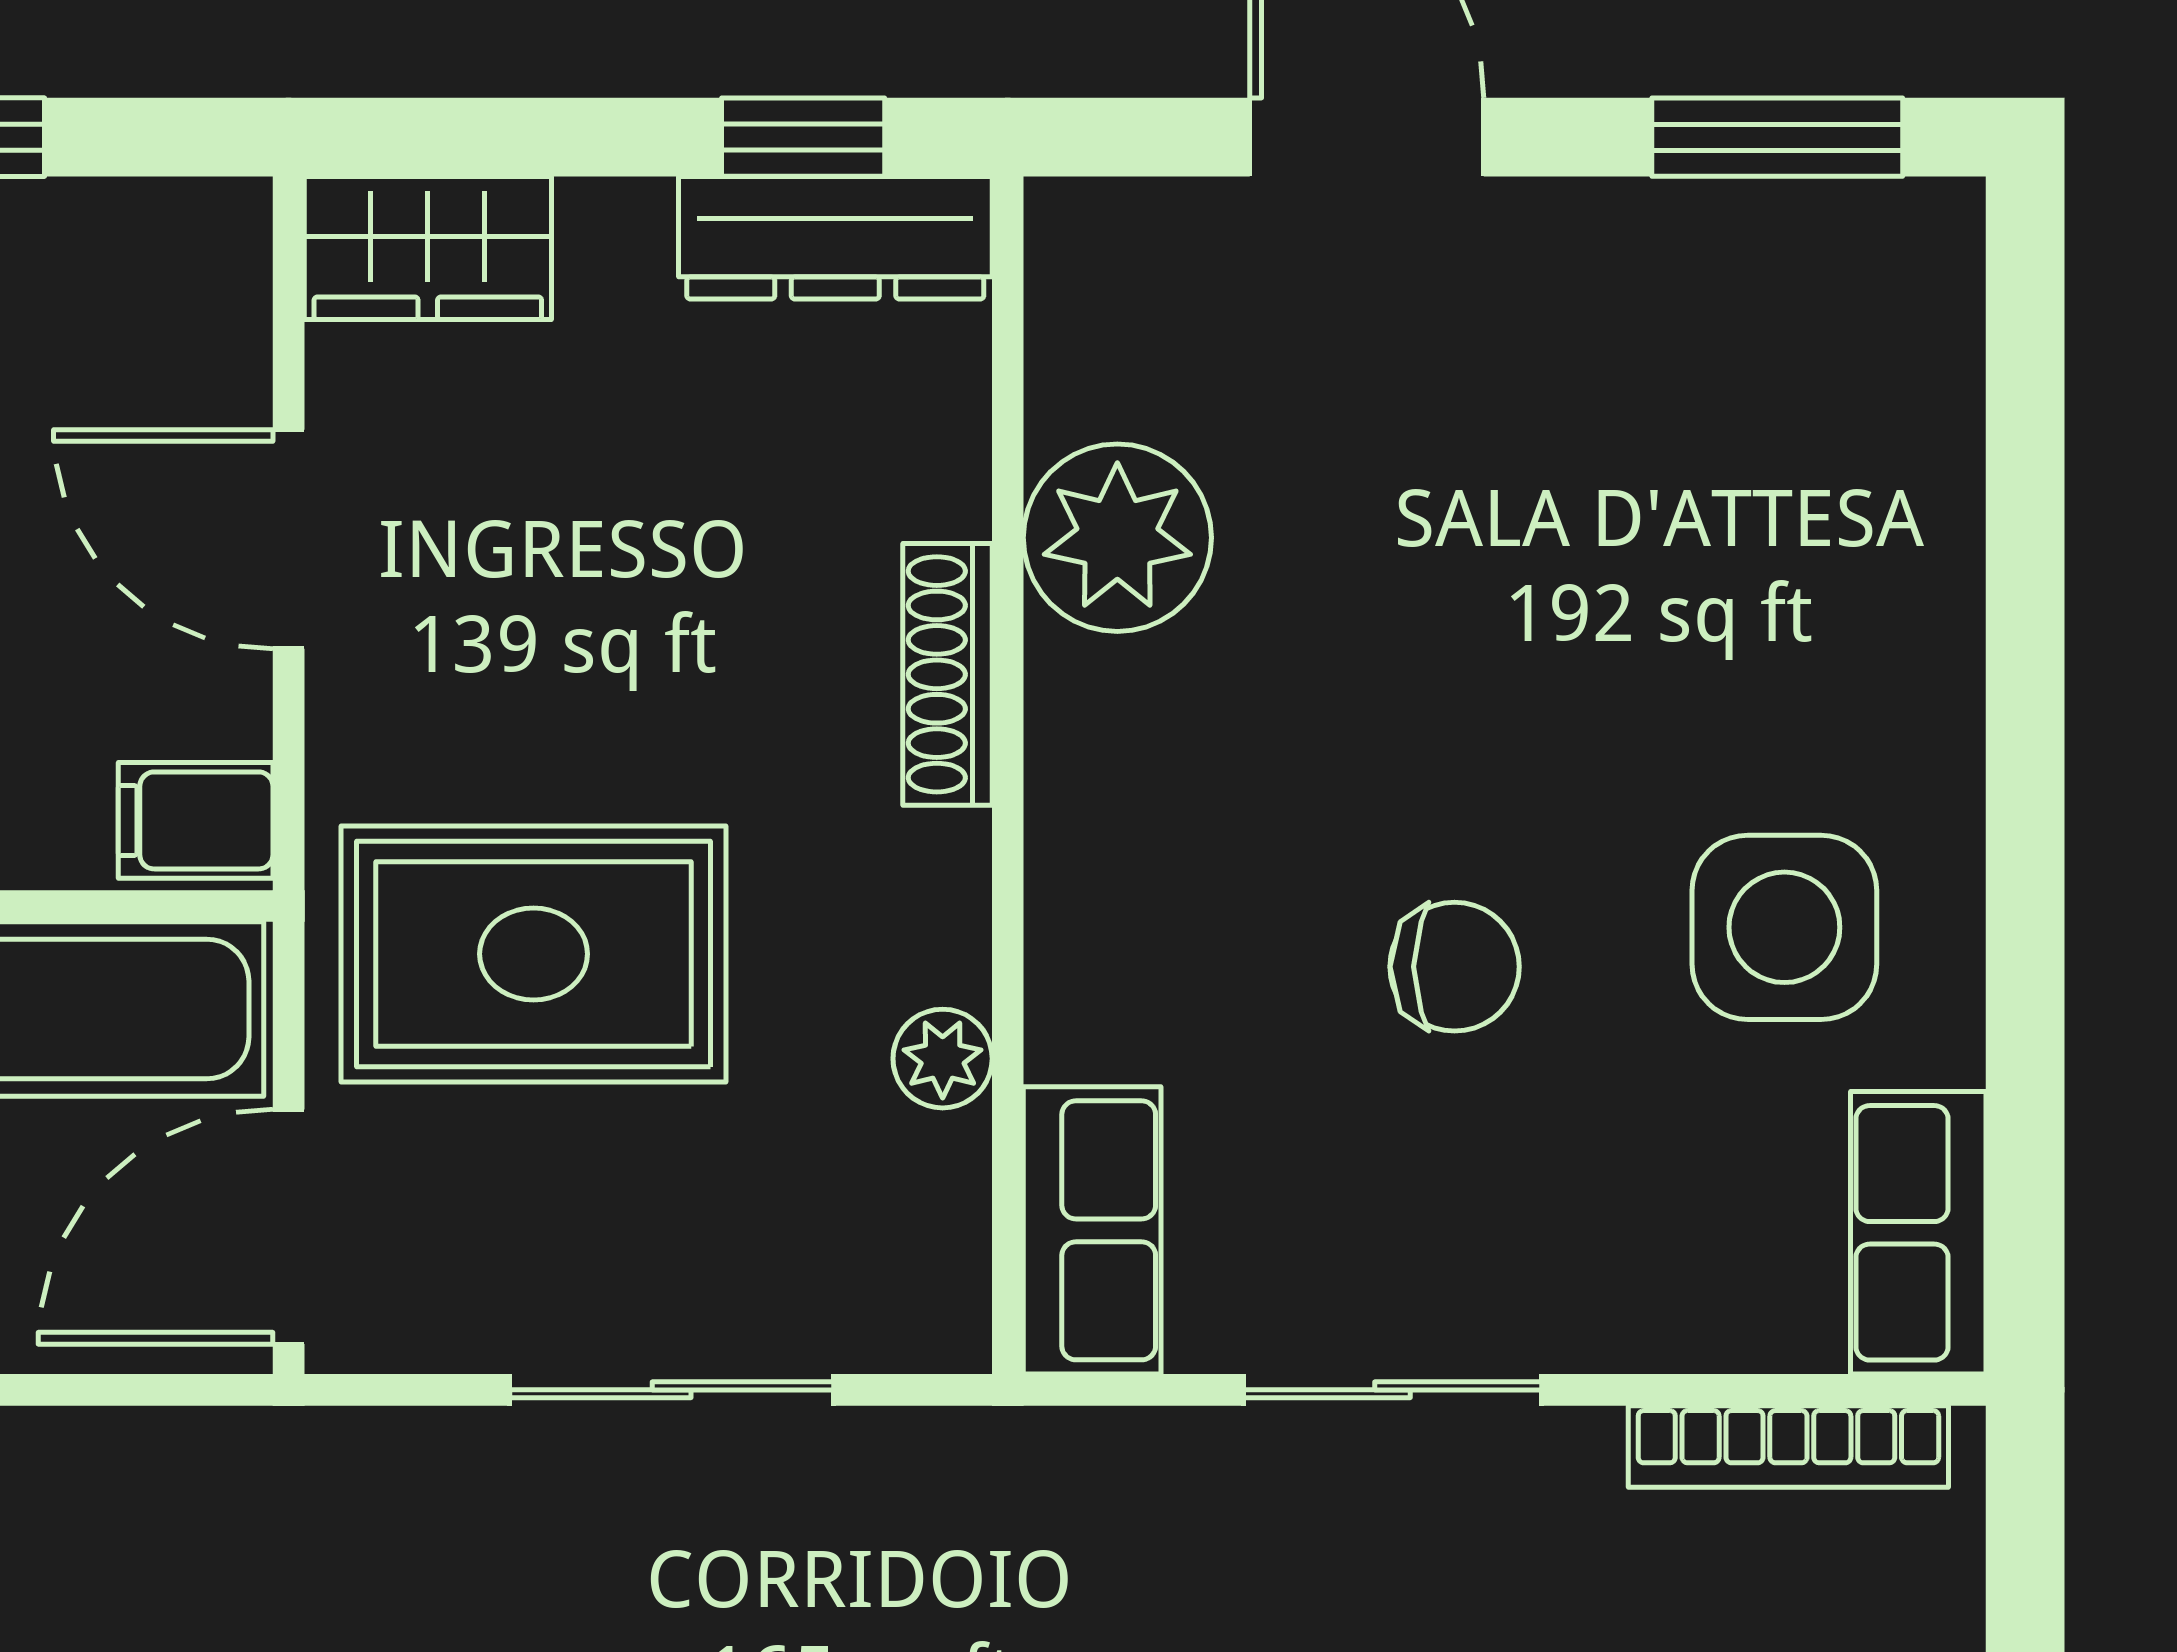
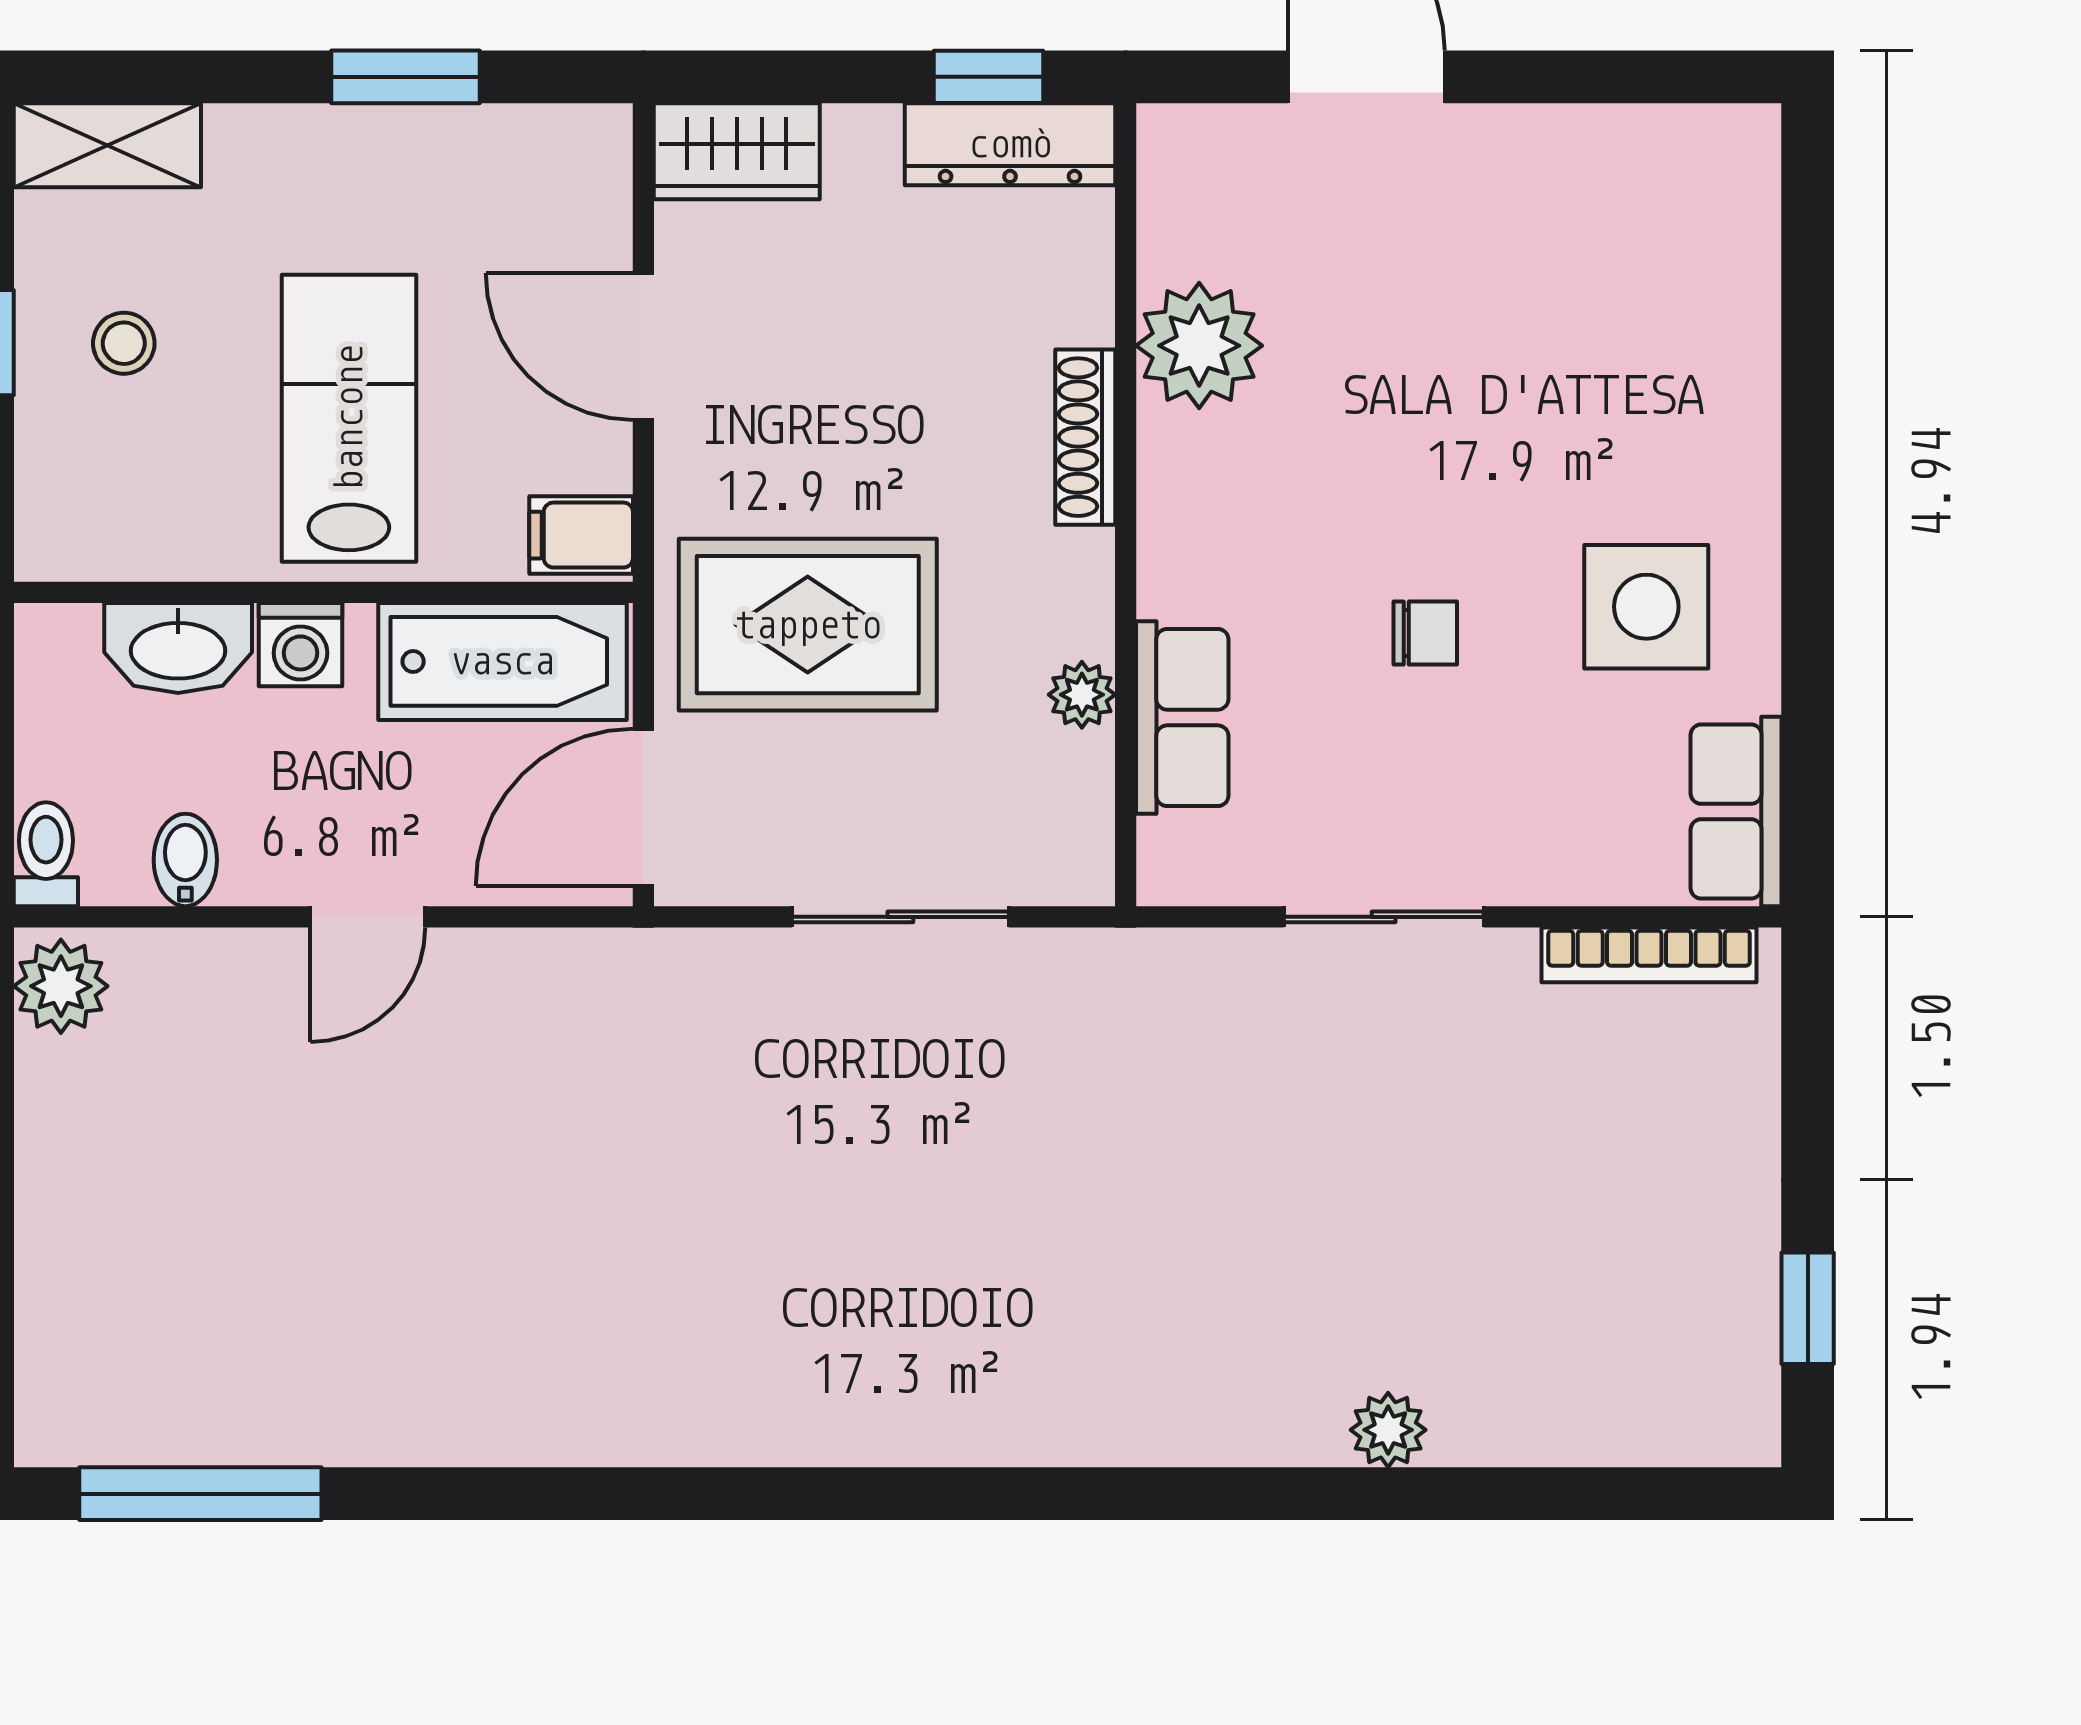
window: (1777, 137) -> (1642, 77), removed
chair: (1455, 967) -> (1425, 633), width x0.73, depth x0.73
row of seats: (1092, 1230) -> (1182, 718), moved

